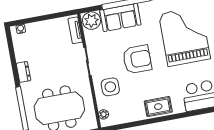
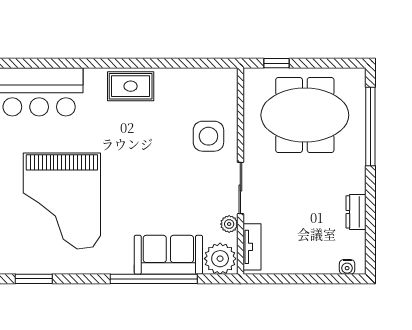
armchair: (137, 59) -> (152, 176), removed
dresser: (24, 72) -> (356, 212), moved
plant: (104, 114) -> (229, 224), moved

